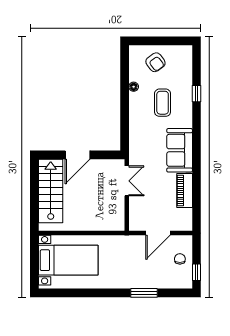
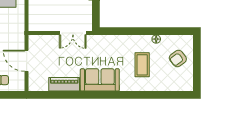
window: (196, 94) -> (150, 95), removed
coffee table: (163, 103) -> (142, 65), turned 90

